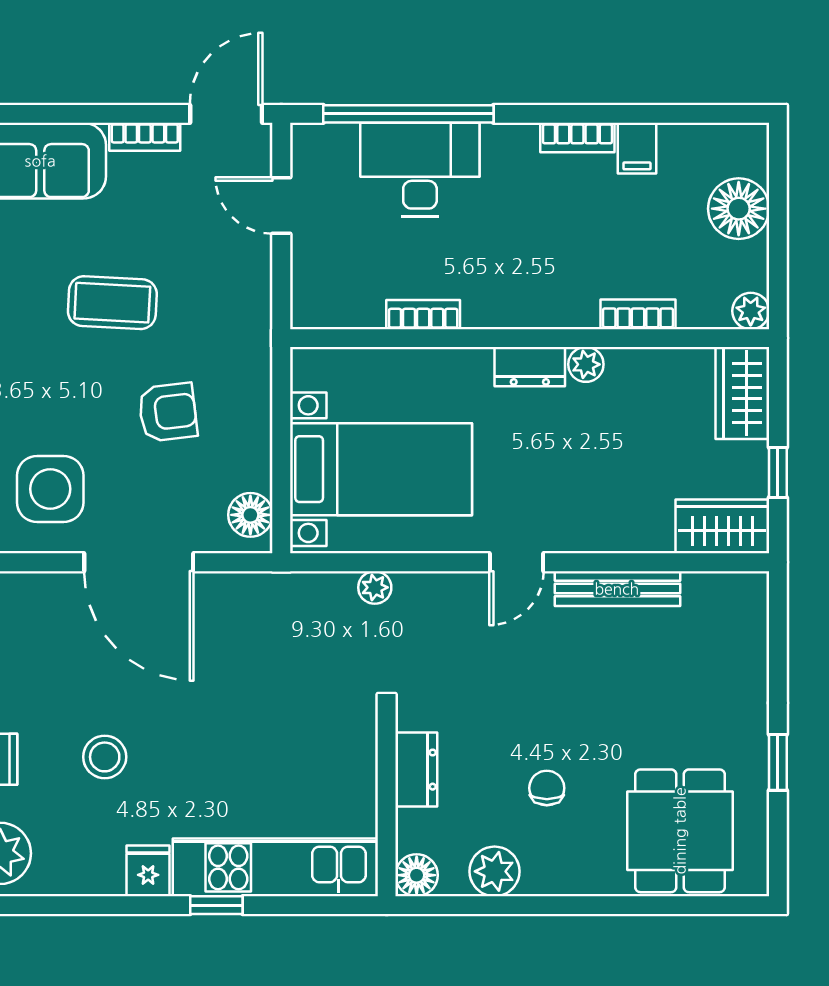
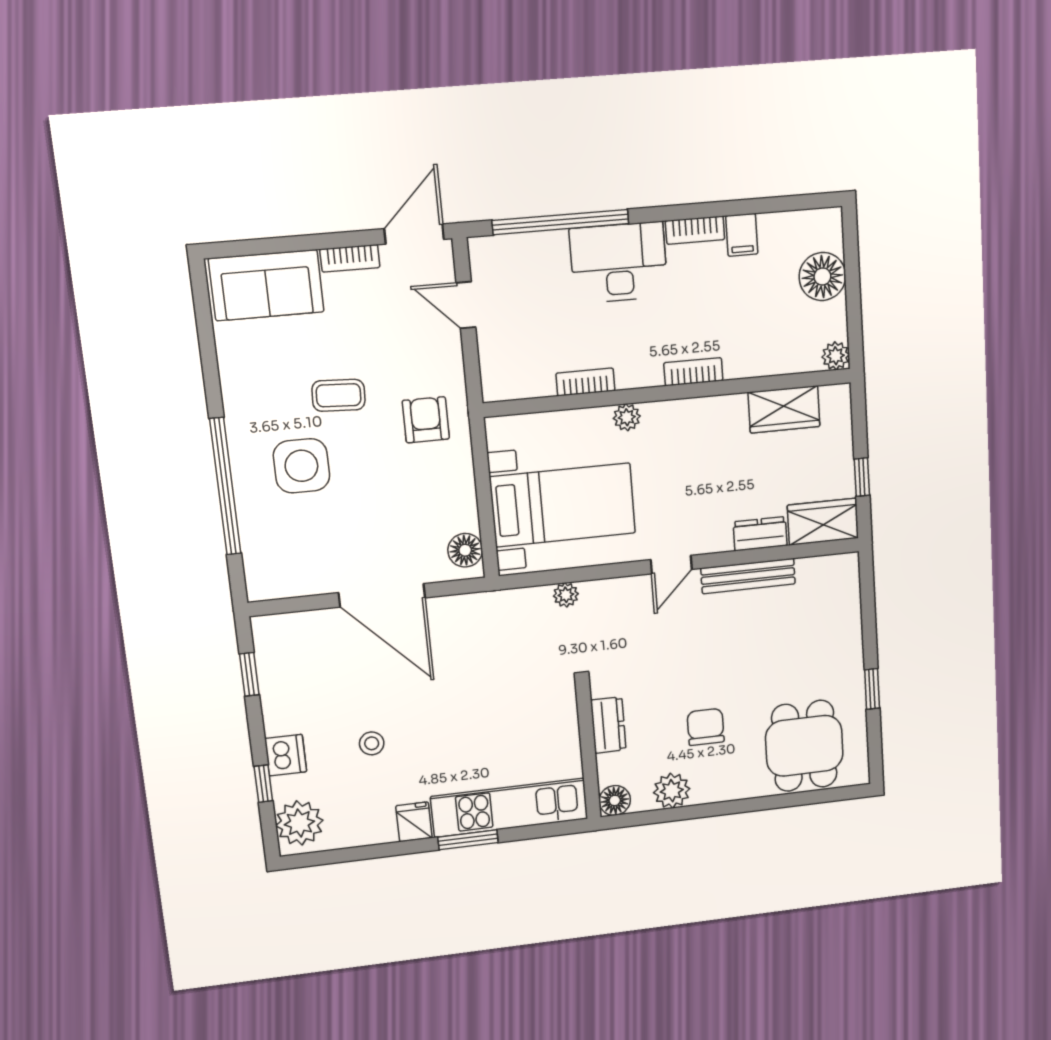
desk: (420, 169) -> (619, 263), moved
coffee table: (112, 303) -> (338, 395), width x0.73, depth x0.77
bookcase: (638, 314) -> (693, 372), moved
plant: (586, 364) -> (627, 417), moved
dresser: (530, 367) -> (760, 534), moved, turned 180
wardrobe: (742, 393) -> (784, 409), moved, turned -90
armchair: (168, 412) -> (426, 420), moved, turned -83
side table: (50, 489) -> (301, 466), moved
stool: (105, 757) -> (372, 743), width x0.73, depth x0.73
chair: (547, 788) -> (706, 727), width x1.37, depth x1.37
window: (216, 905) -> (468, 840), width x1.50

